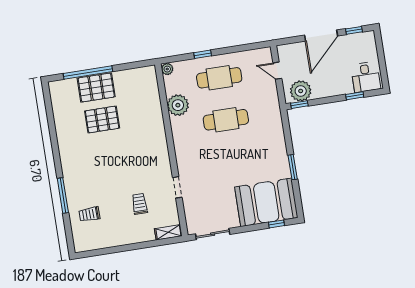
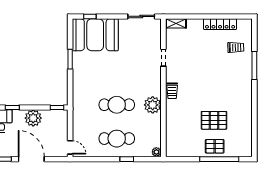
door: (321, 36) -> (31, 159), hinge flipped
door: (277, 71) -> (70, 147), moved
pallet: (96, 87) -> (215, 146), width x0.67, depth x0.71
plant: (301, 91) -> (33, 118), moved
plant: (178, 105) -> (153, 105), moved
trolley: (140, 204) -> (172, 91), moved
locker: (113, 240) -> (220, 24), added

